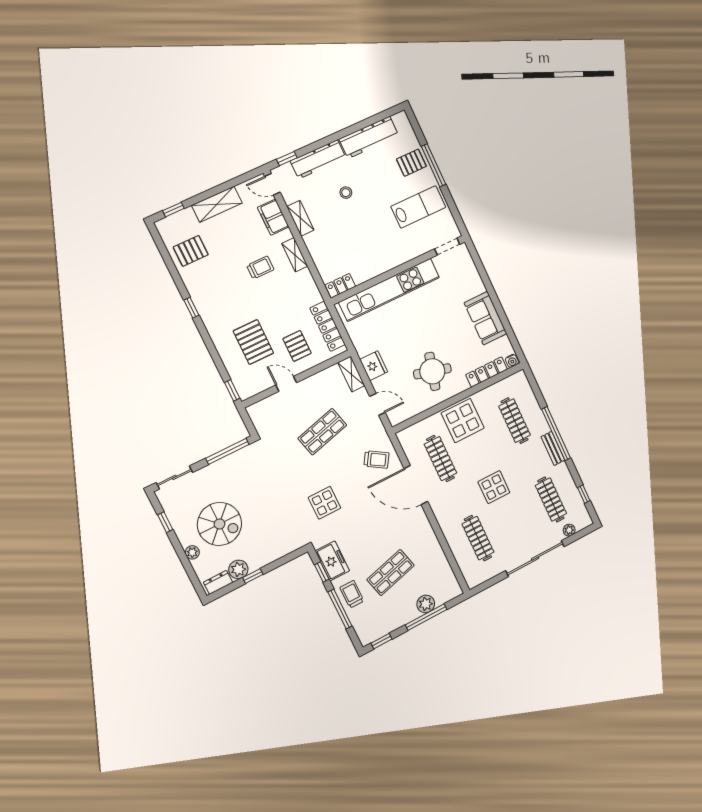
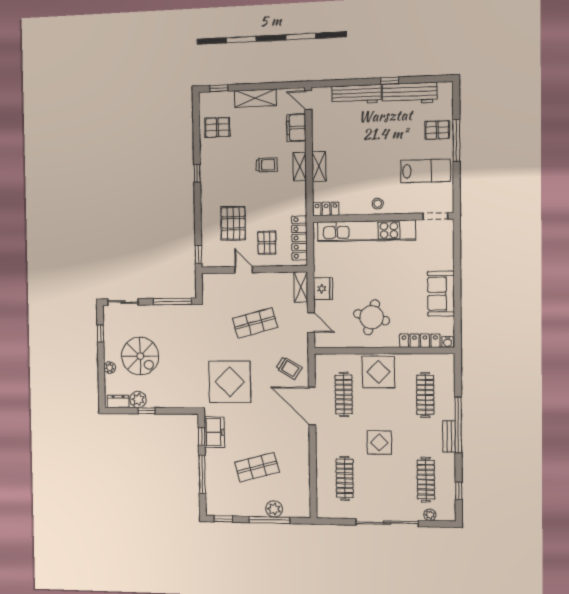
window: (287, 159) -> (390, 81), moved
stool: (346, 193) -> (378, 204), moved
shelving: (300, 218) -> (319, 166), moved
display table: (324, 503) -> (230, 382), width x1.86, depth x1.86
trolley: (352, 594) -> (217, 468), removed

